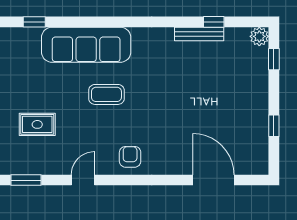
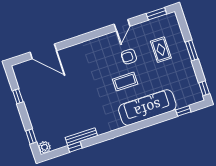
rug: (37, 124) -> (161, 50), turned 90
armchair: (130, 157) -> (129, 57), moved, turned 90

